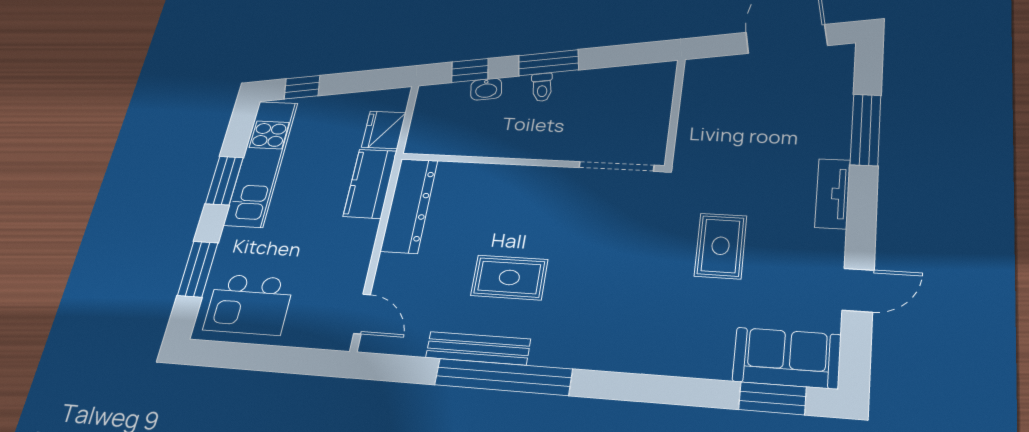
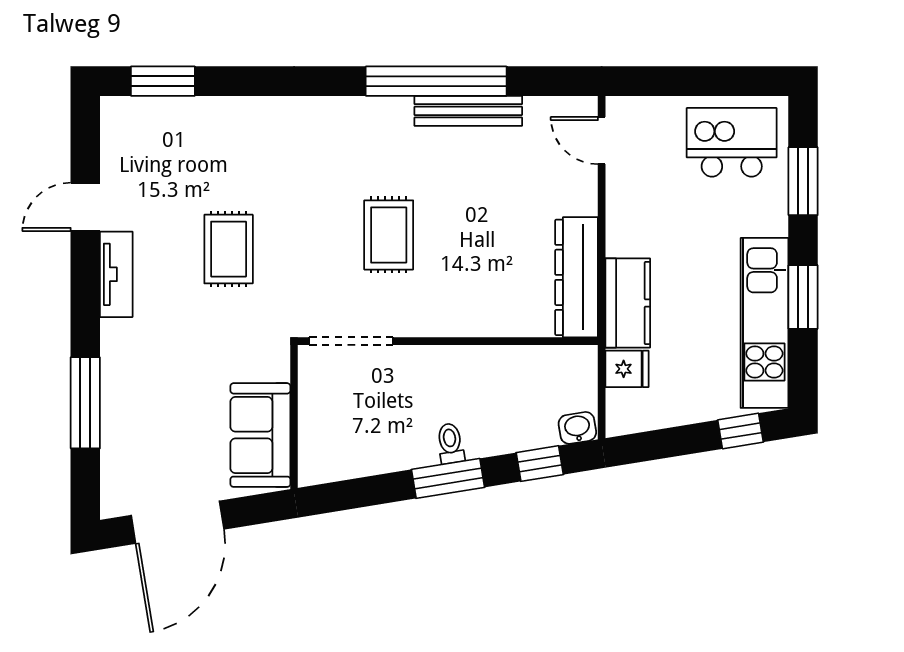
washbasin: (486, 89) -> (577, 428), moved
fridge: (384, 130) -> (627, 369), width x0.72
tv unit: (833, 193) -> (116, 274), moved
rug: (509, 277) -> (389, 235), moved, turned 90
sofa: (787, 358) -> (260, 435), moved, turned 90

